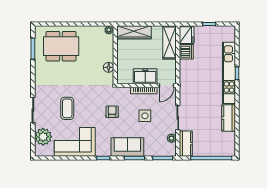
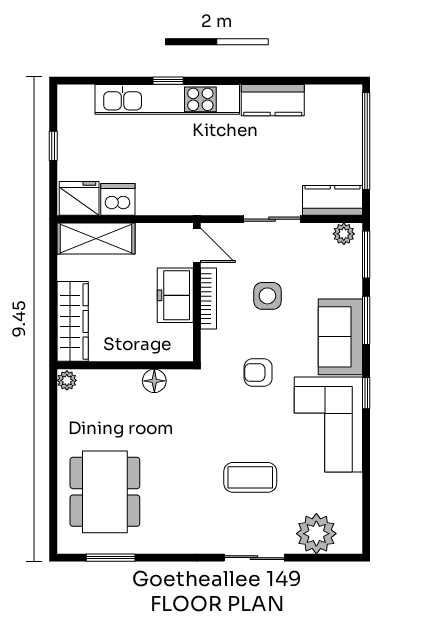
plant: (172, 138) -> (344, 234), moved
corner sofa: (75, 142) -> (328, 424), moved

